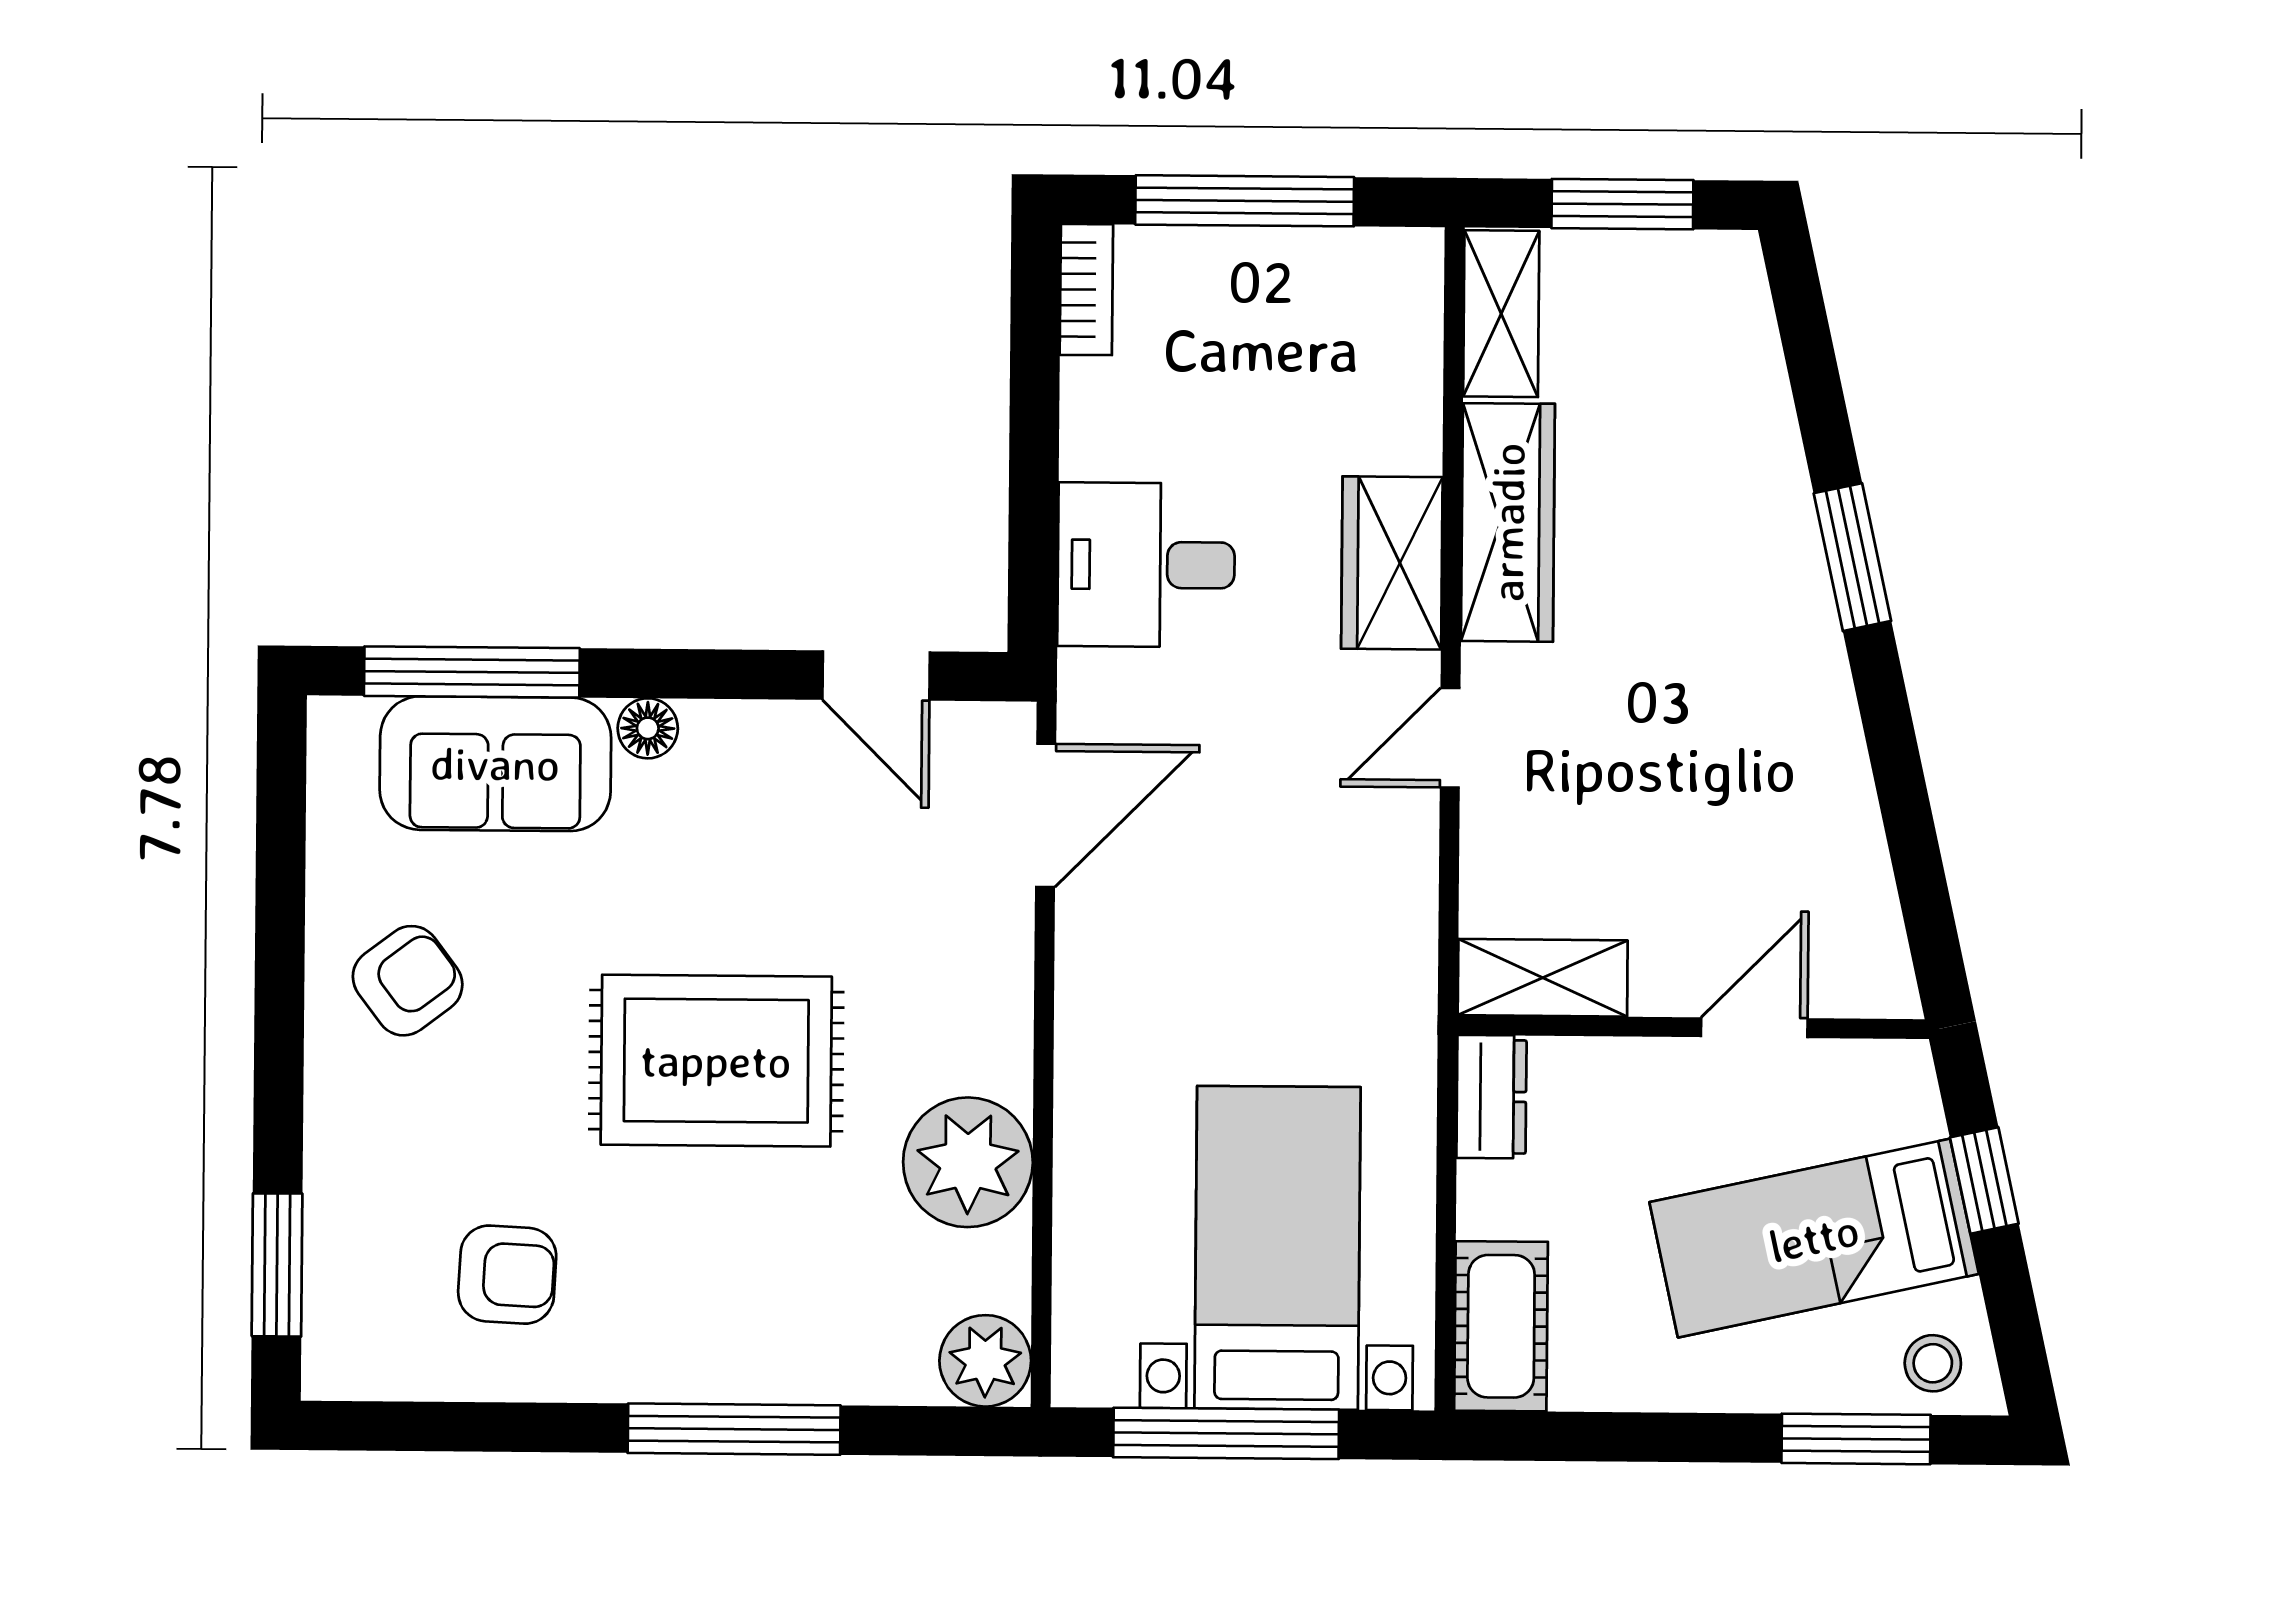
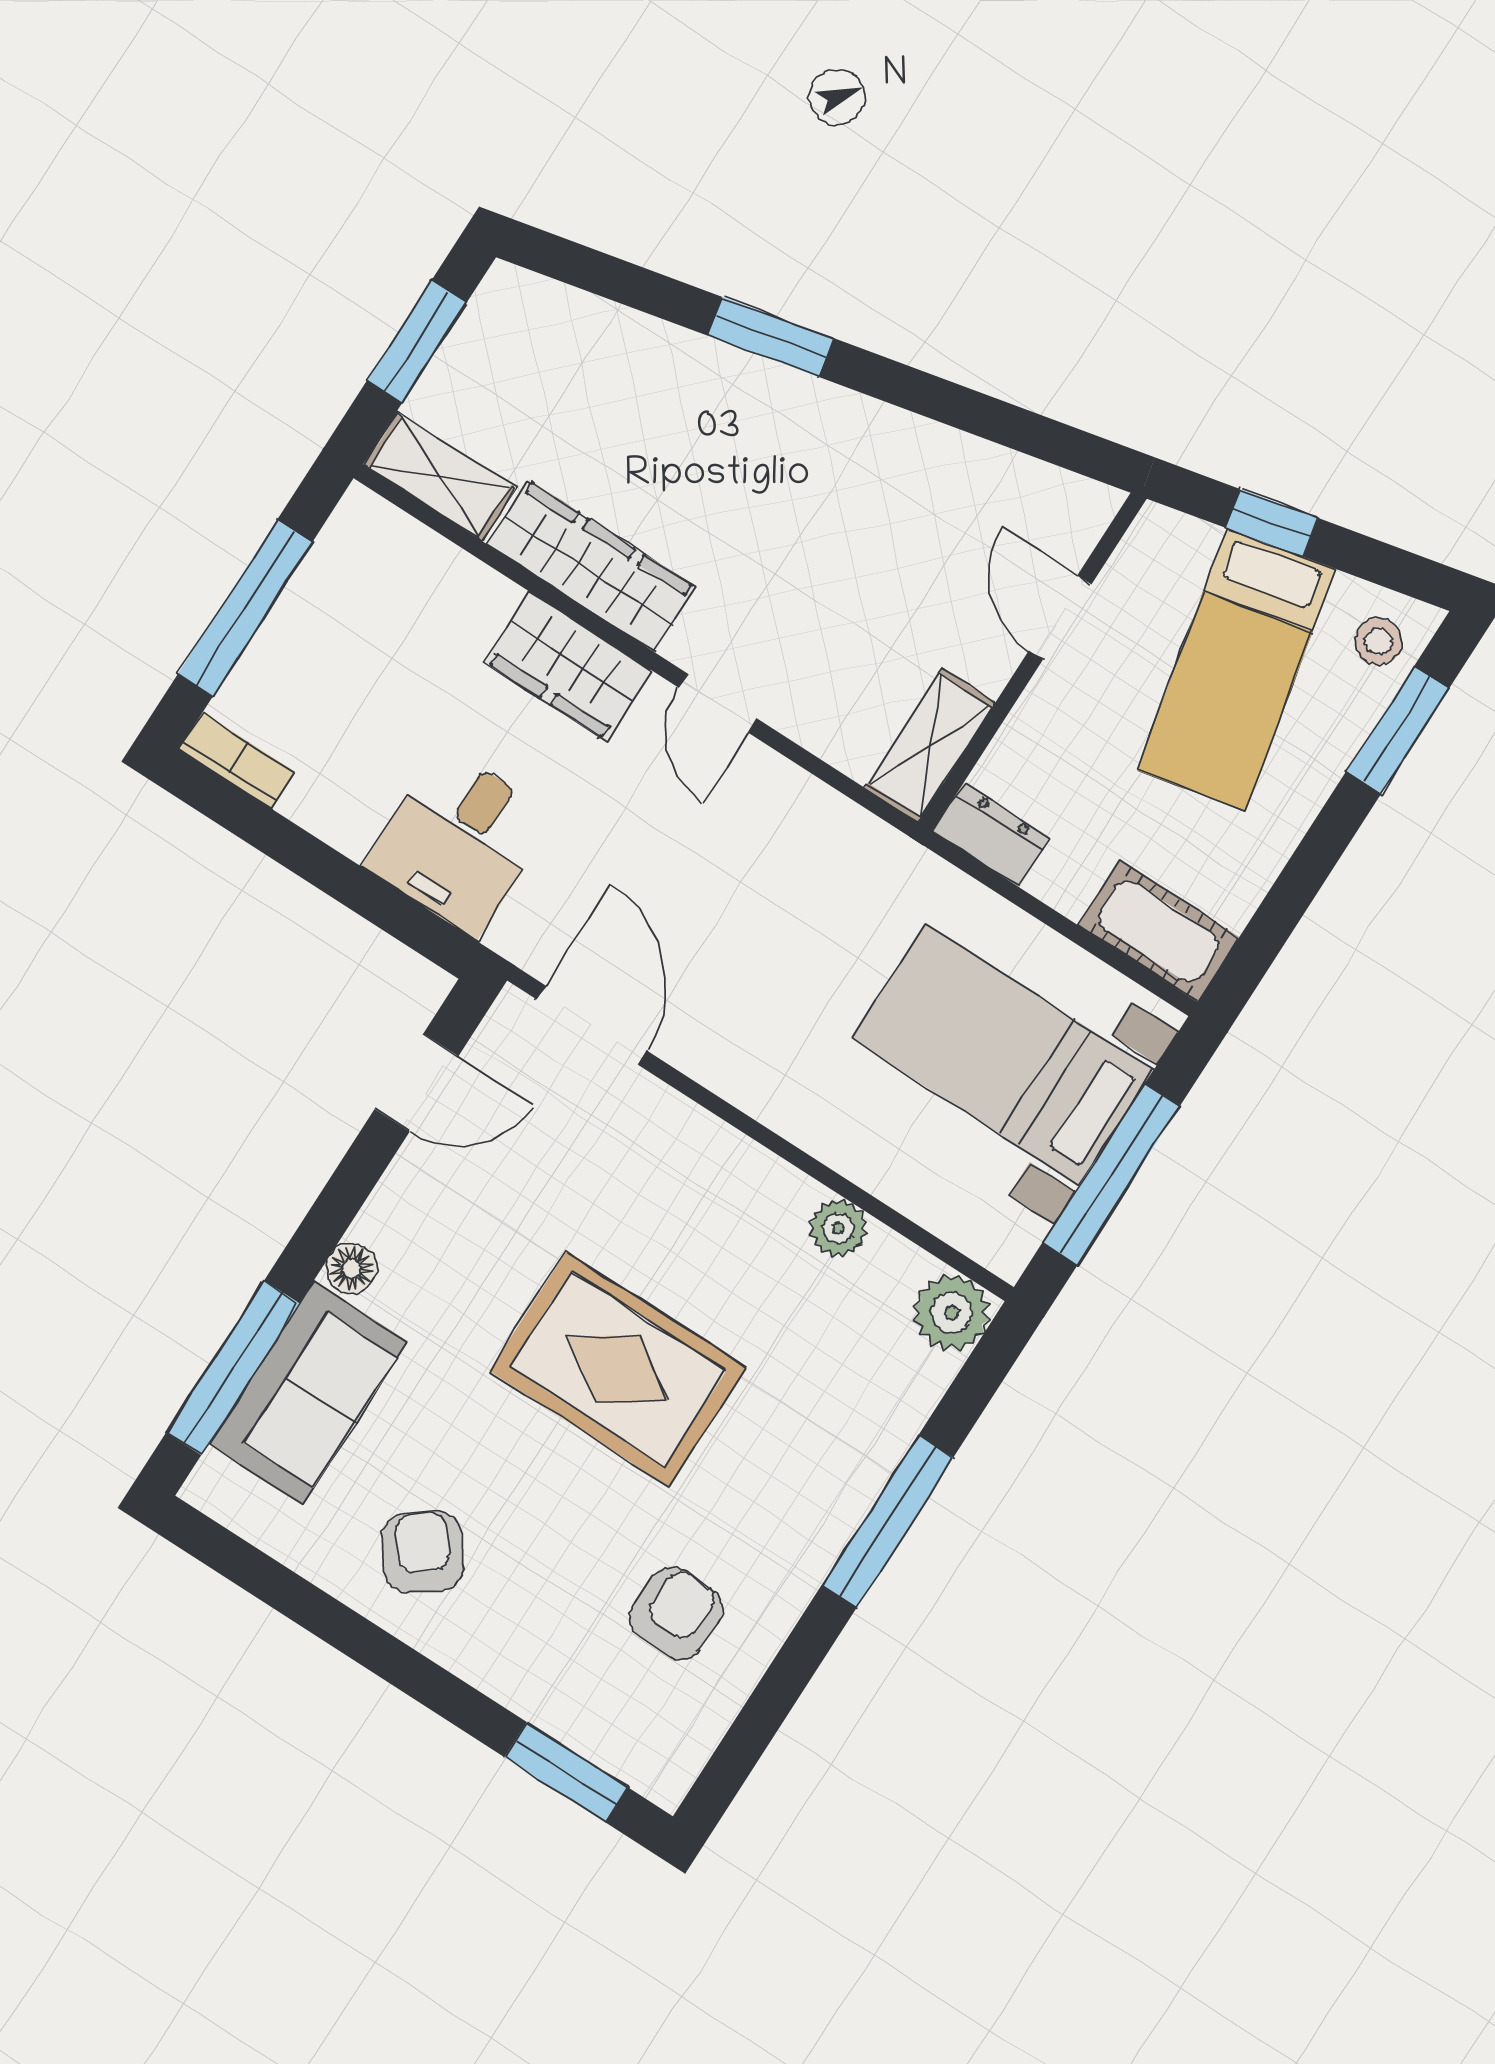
rug: (716, 1061) -> (618, 1369), turned 90
plant: (968, 1162) -> (838, 1228), width x0.53, depth x0.53

